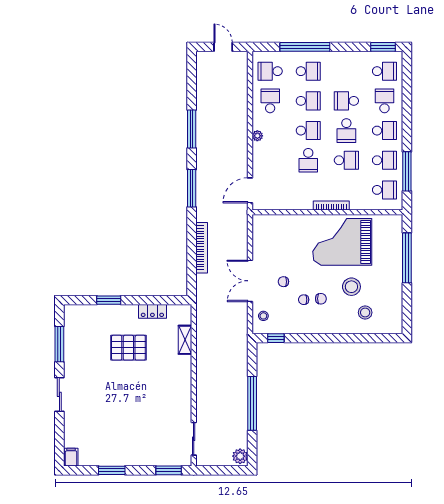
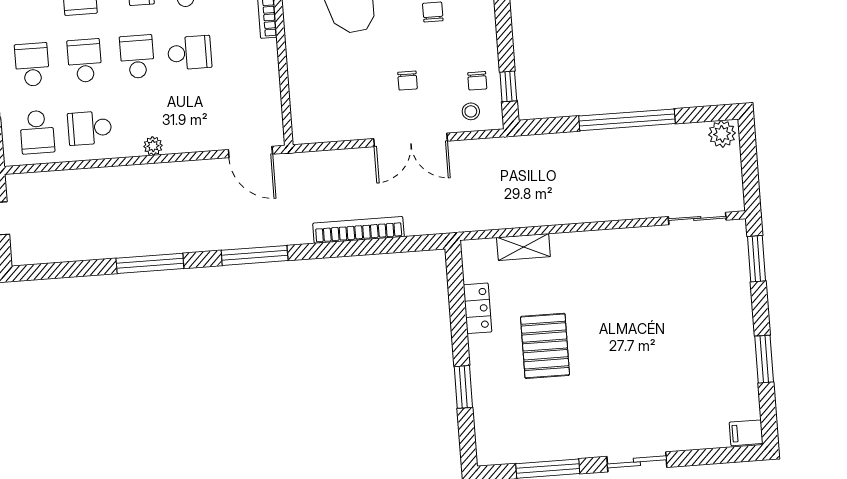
chair: (304, 300) -> (477, 81), moved

